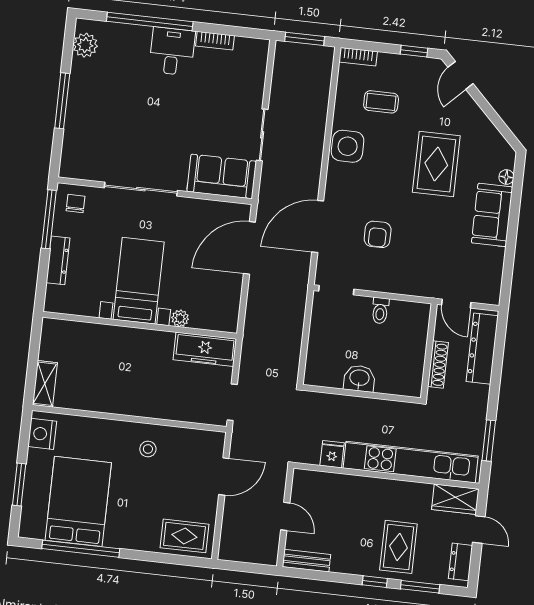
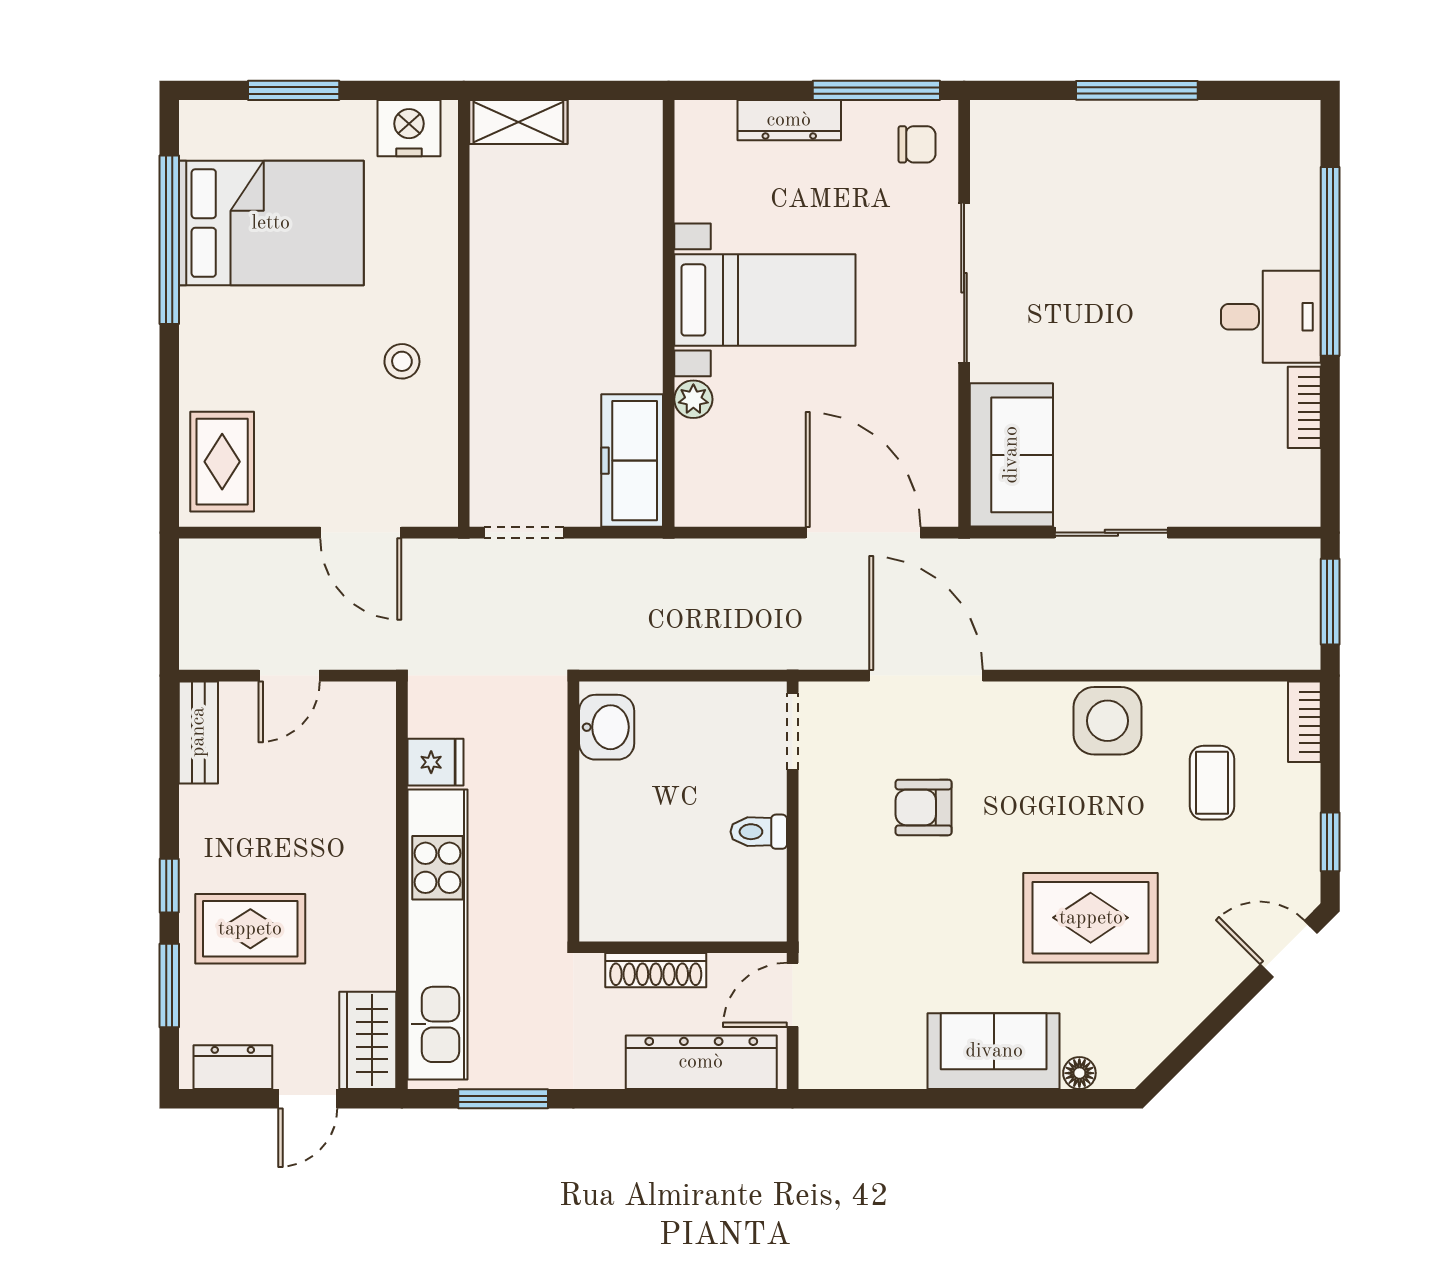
plant: (85, 45) -> (1263, 127), removed
washbasin: (359, 378) -> (607, 727), moved

